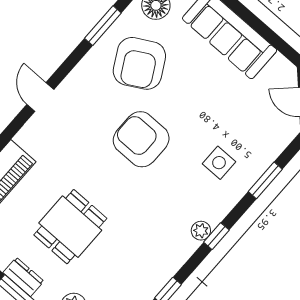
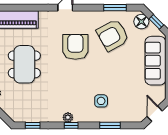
armchair: (141, 139) -> (75, 47), moved
dining table: (70, 227) -> (24, 64), width x1.38

